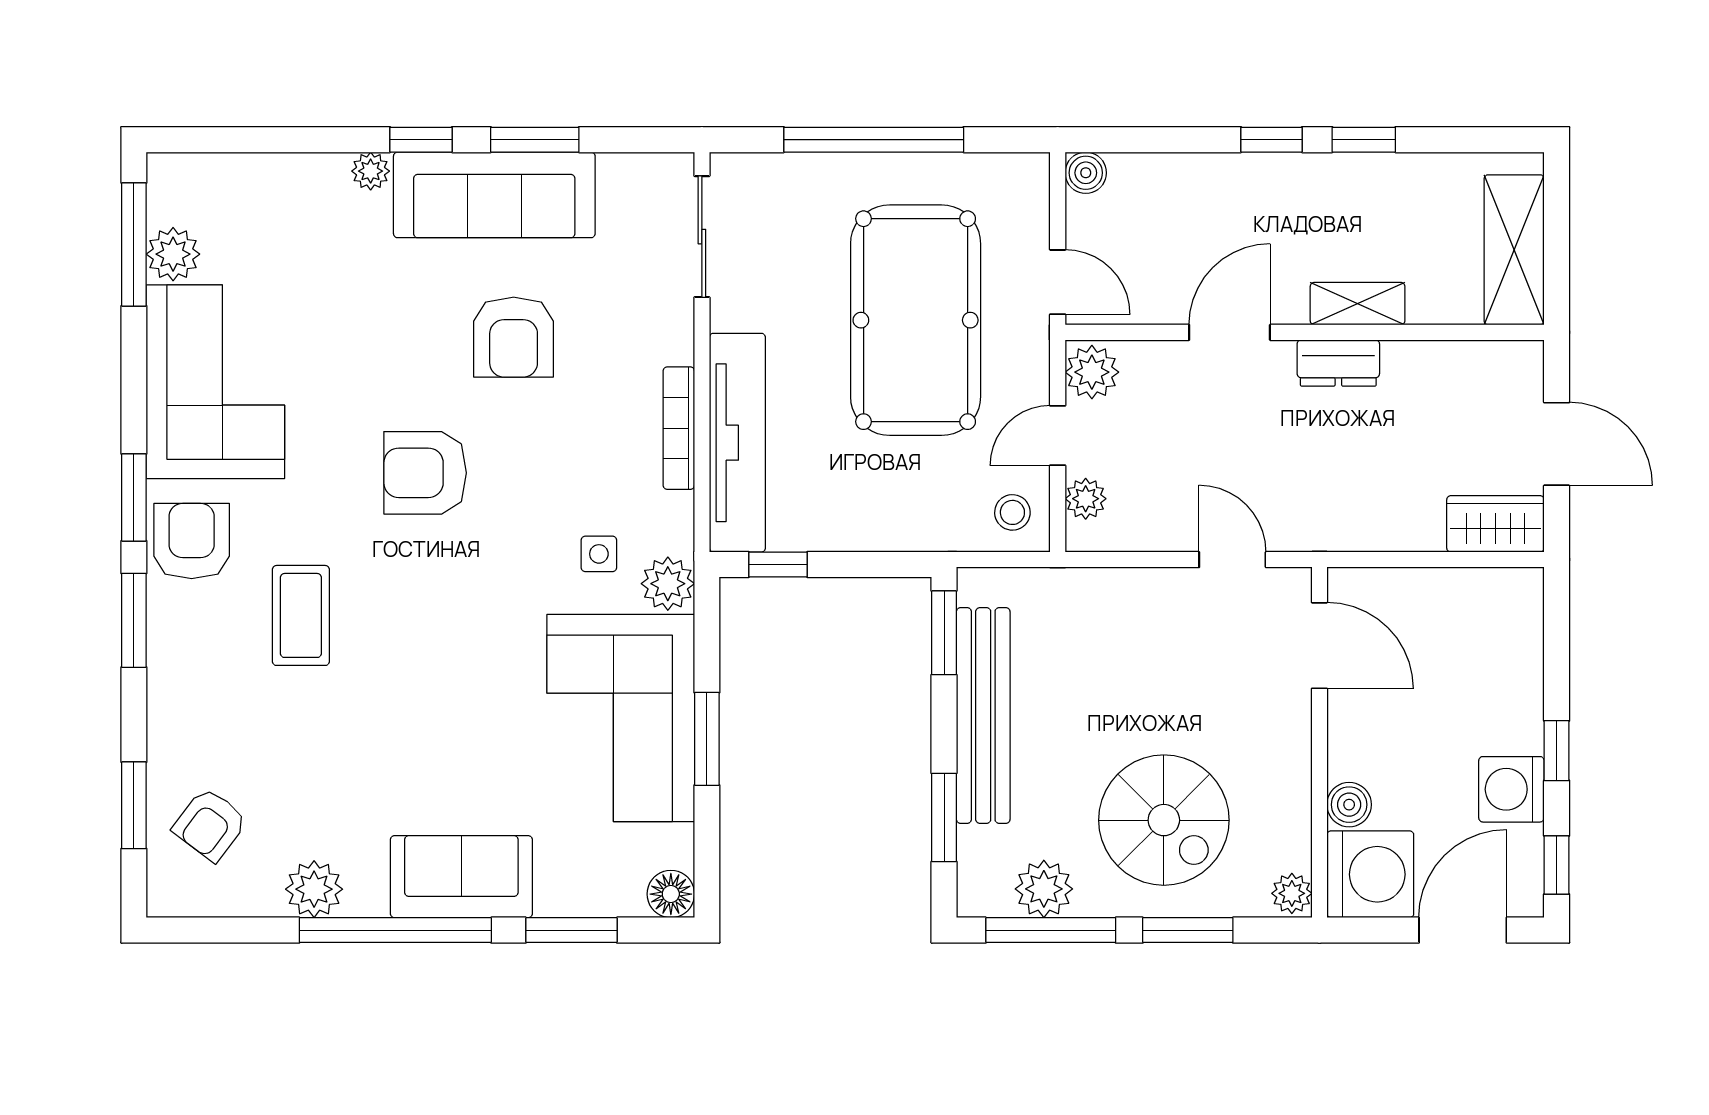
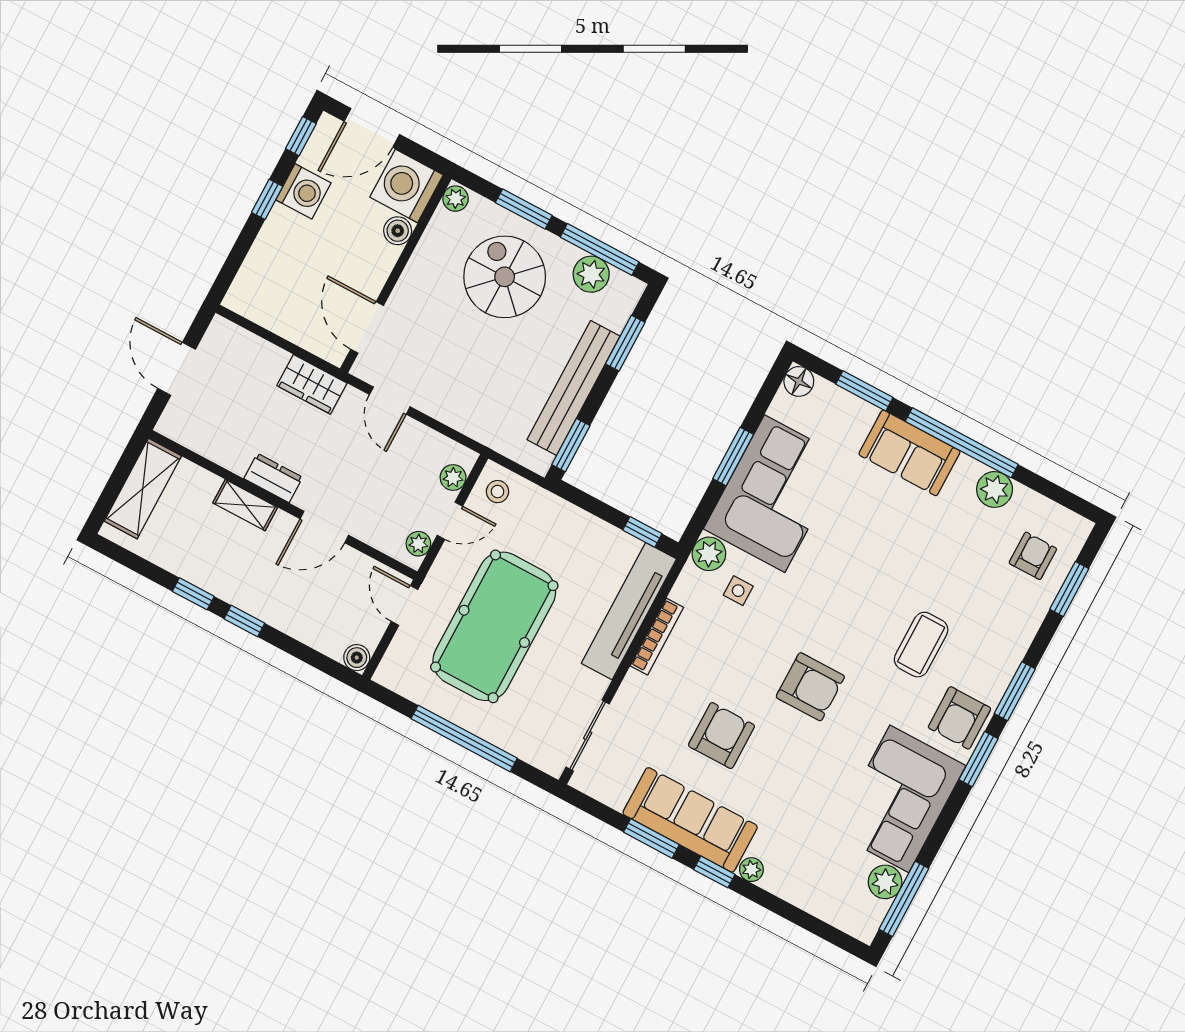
plant: (1092, 372) -> (418, 544), width x0.73, depth x0.73
wardrobe: (1495, 524) -> (312, 384), moved
armchair: (210, 824) -> (1033, 556), turned -37

